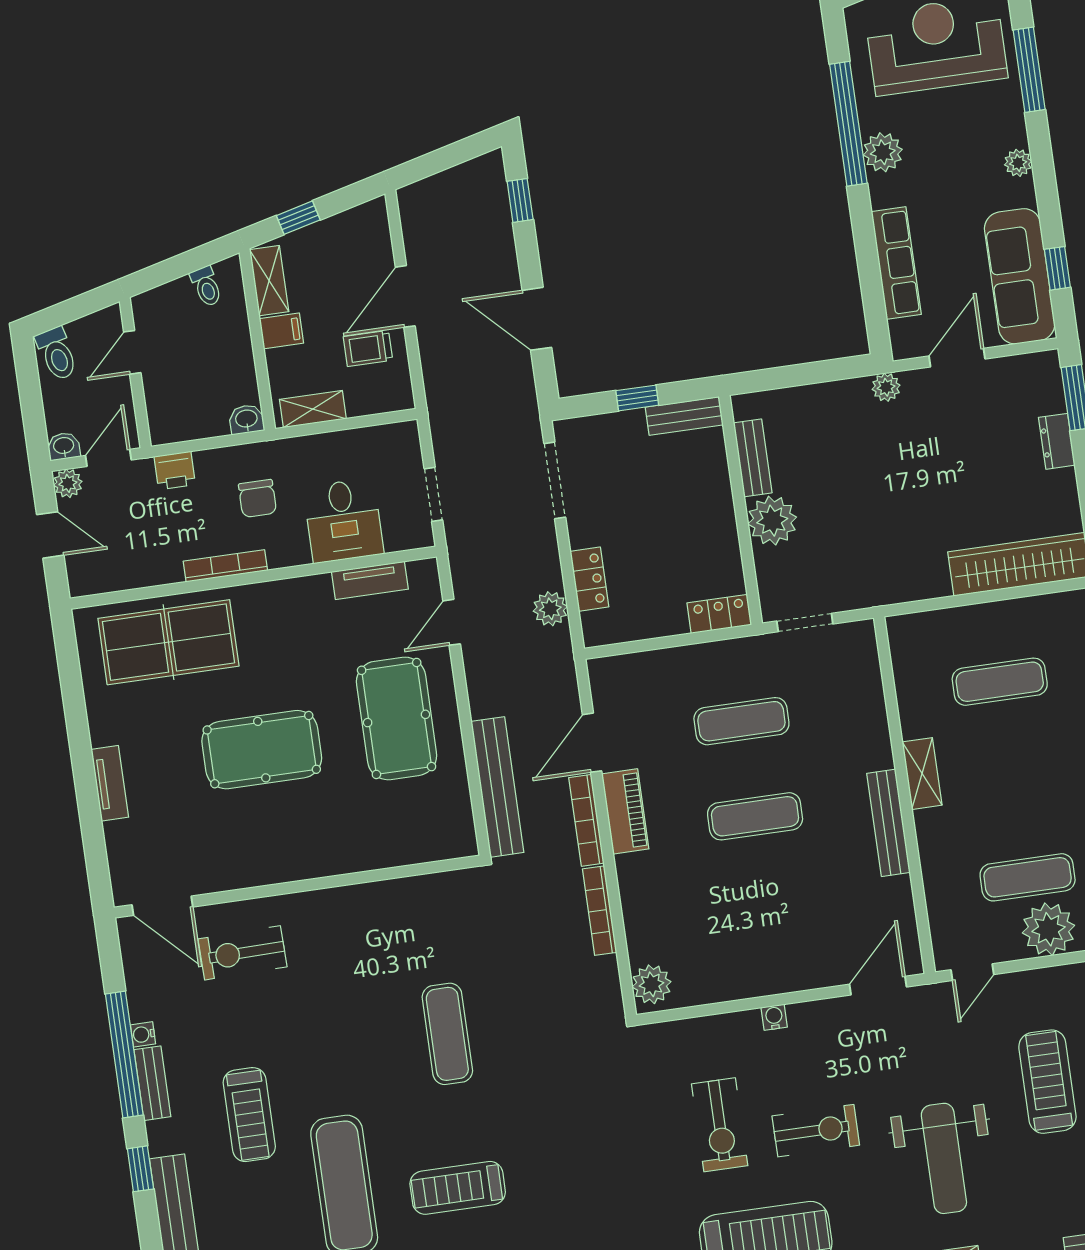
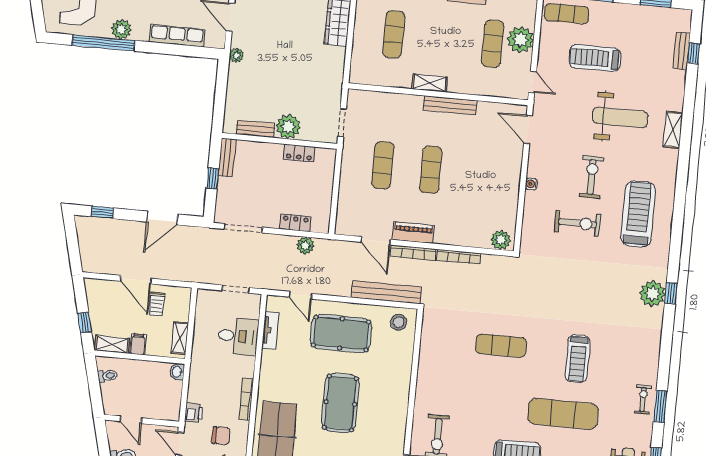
chair: (257, 498) -> (221, 436), moved
locker: (719, 614) -> (299, 153), moved, turned -90
stool: (445, 825) -> (399, 322), added

